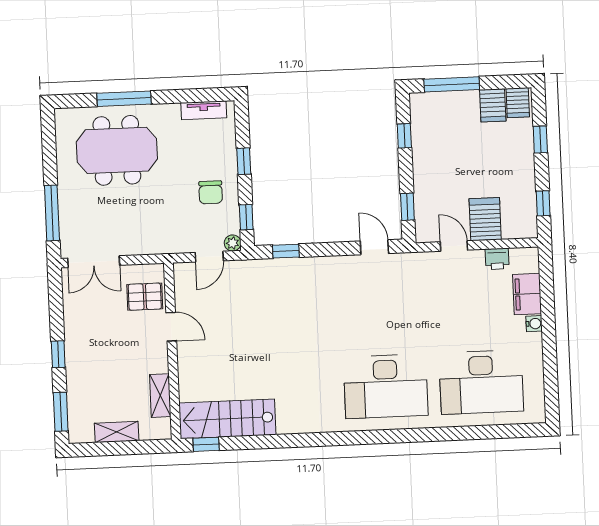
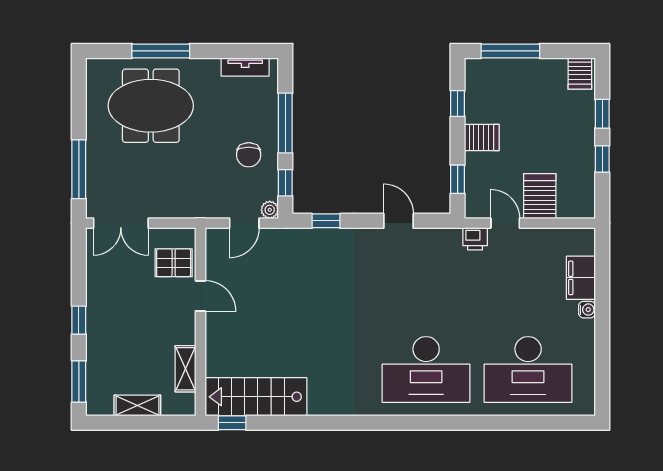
server rack: (493, 105) -> (482, 137), moved, turned -90
window: (244, 161) -> (285, 123), width x2.17
window: (543, 203) -> (602, 159), moved
door: (374, 247) -> (398, 221), moved
printer: (497, 259) -> (475, 239), moved

